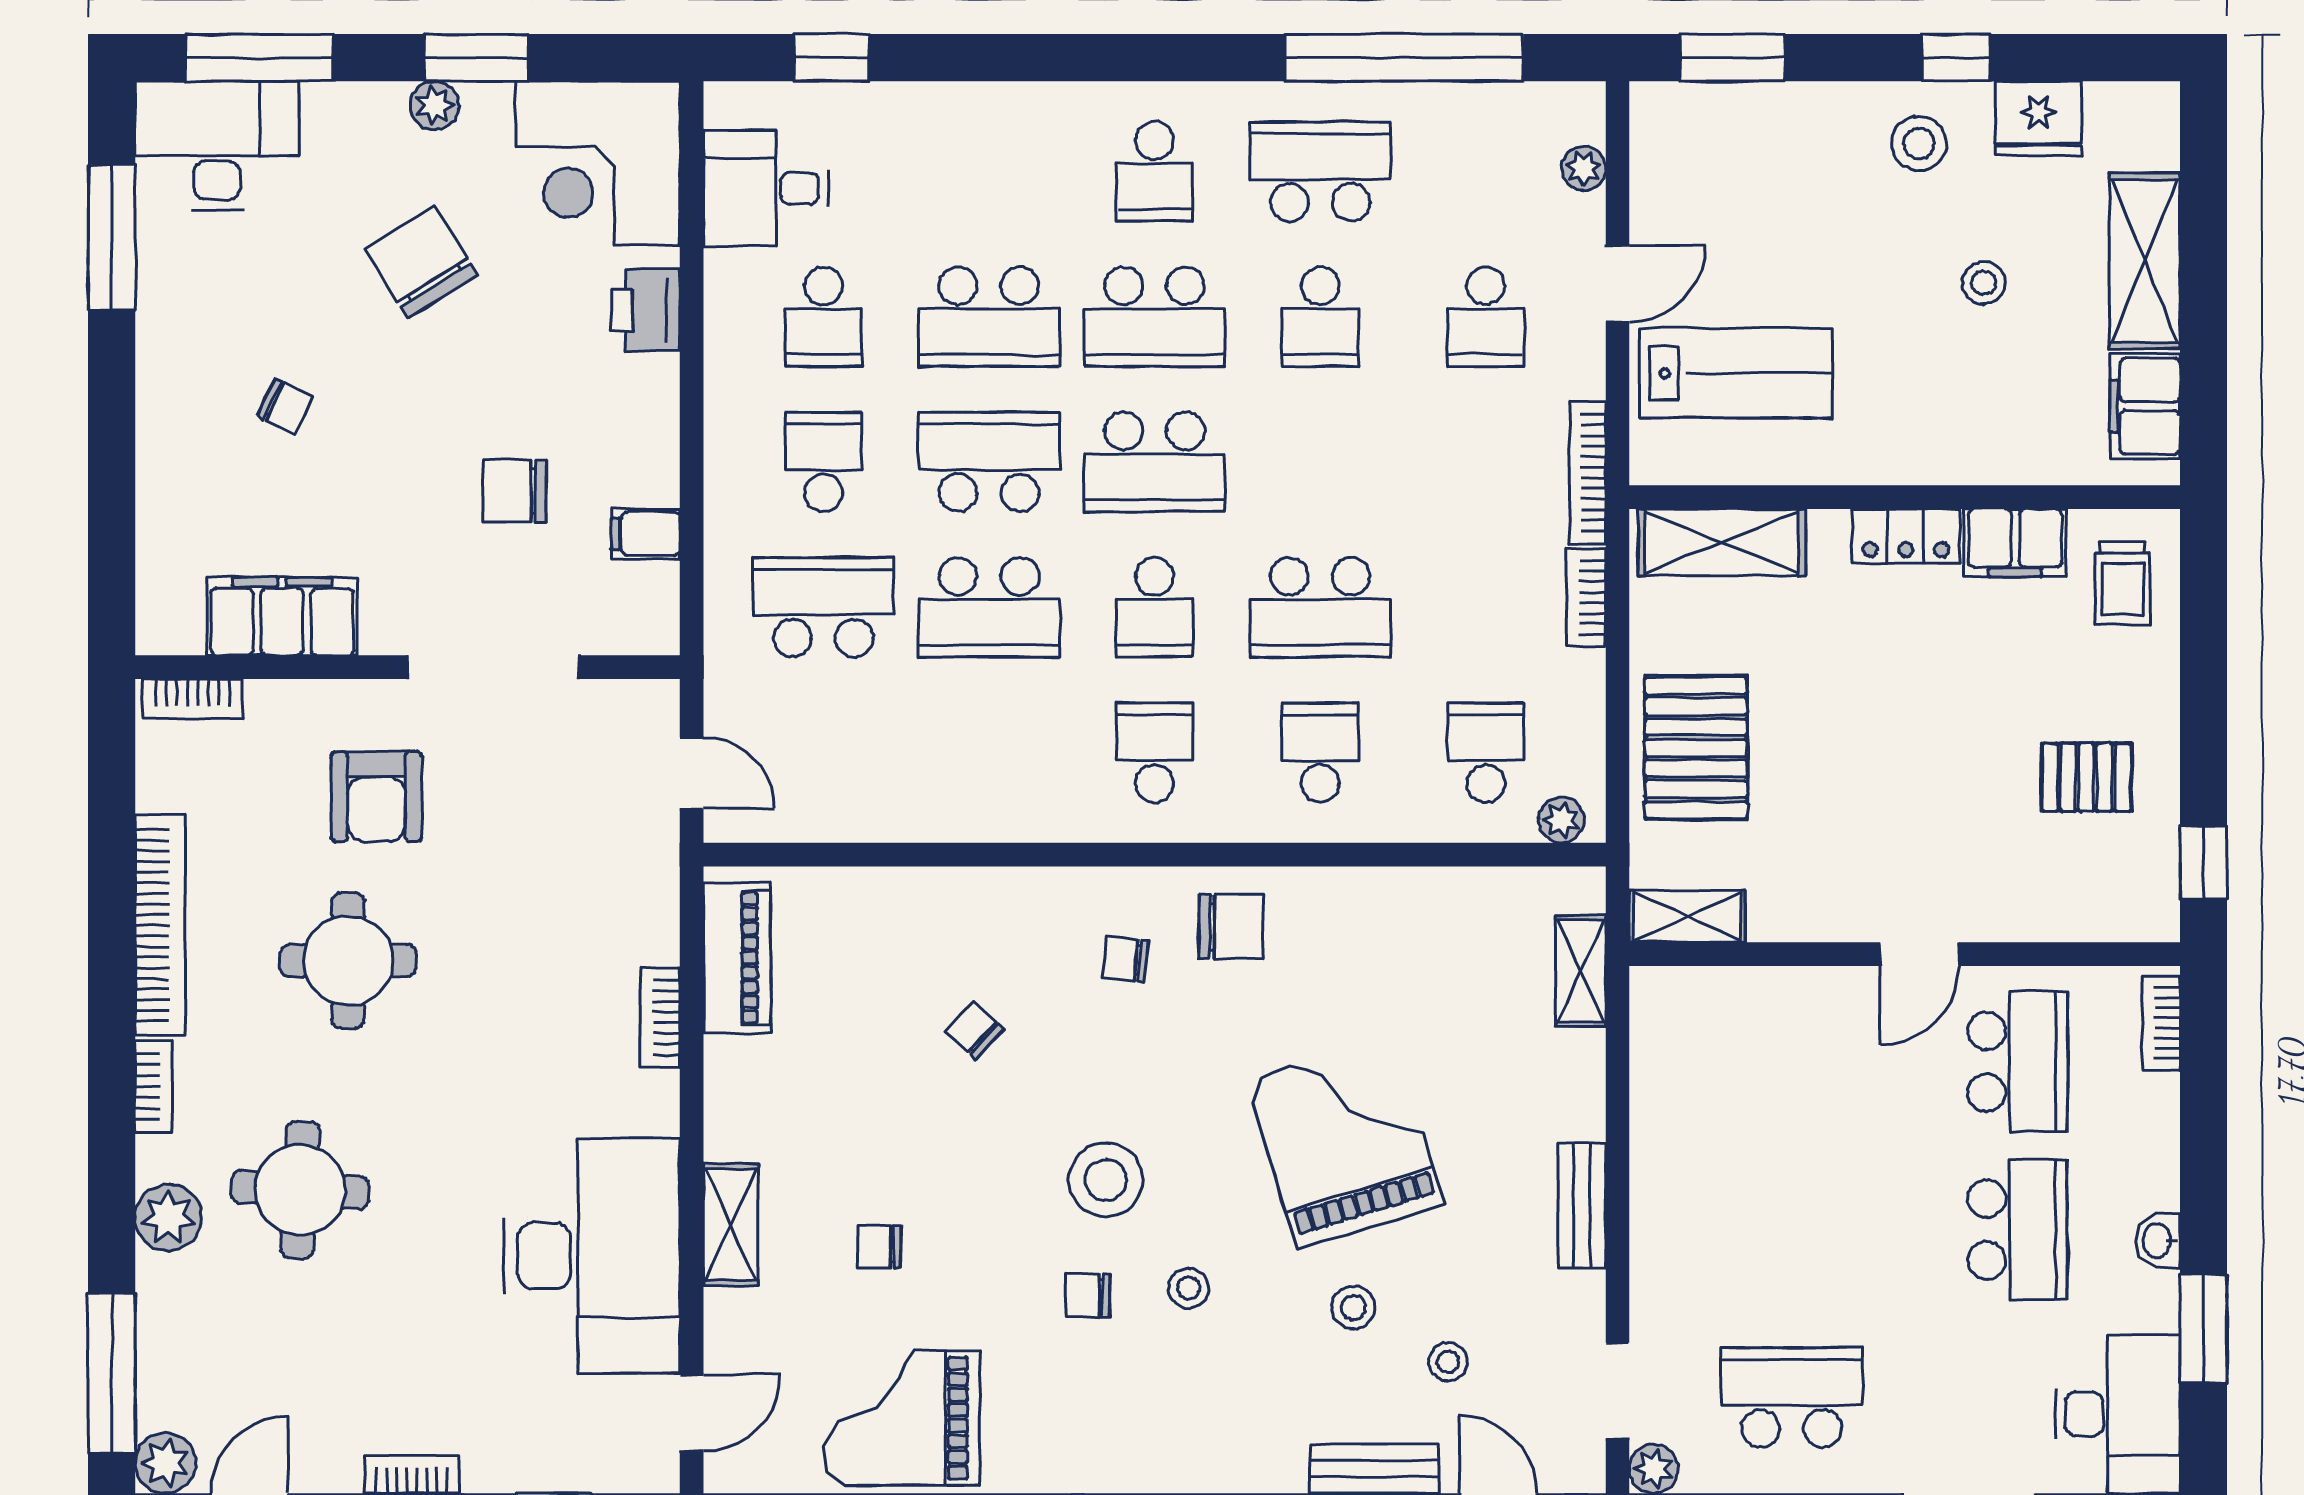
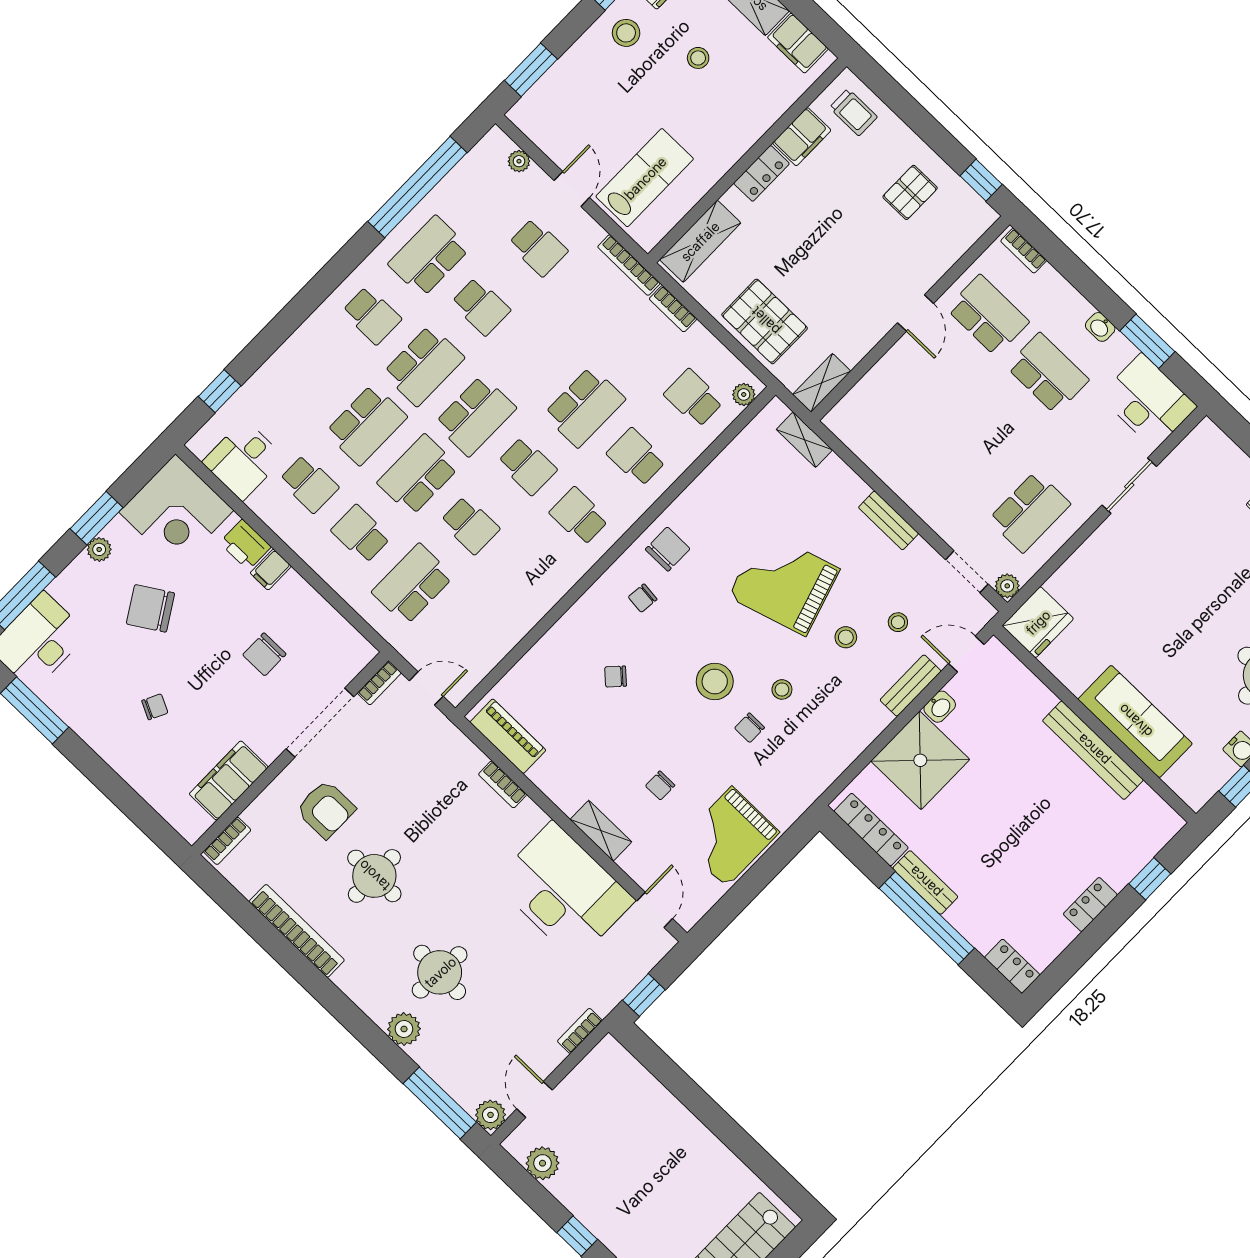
filing cabinet: (646, 534) -> (271, 570), moved
school desk: (989, 607) -> (470, 525), width x0.54
bookcase: (153, 1086) -> (379, 683), moved, turned 90
school desk: (1792, 1397) -> (1029, 512), turned 180

